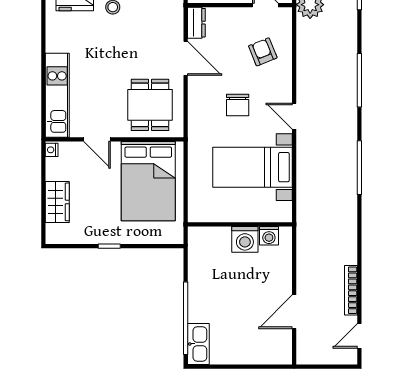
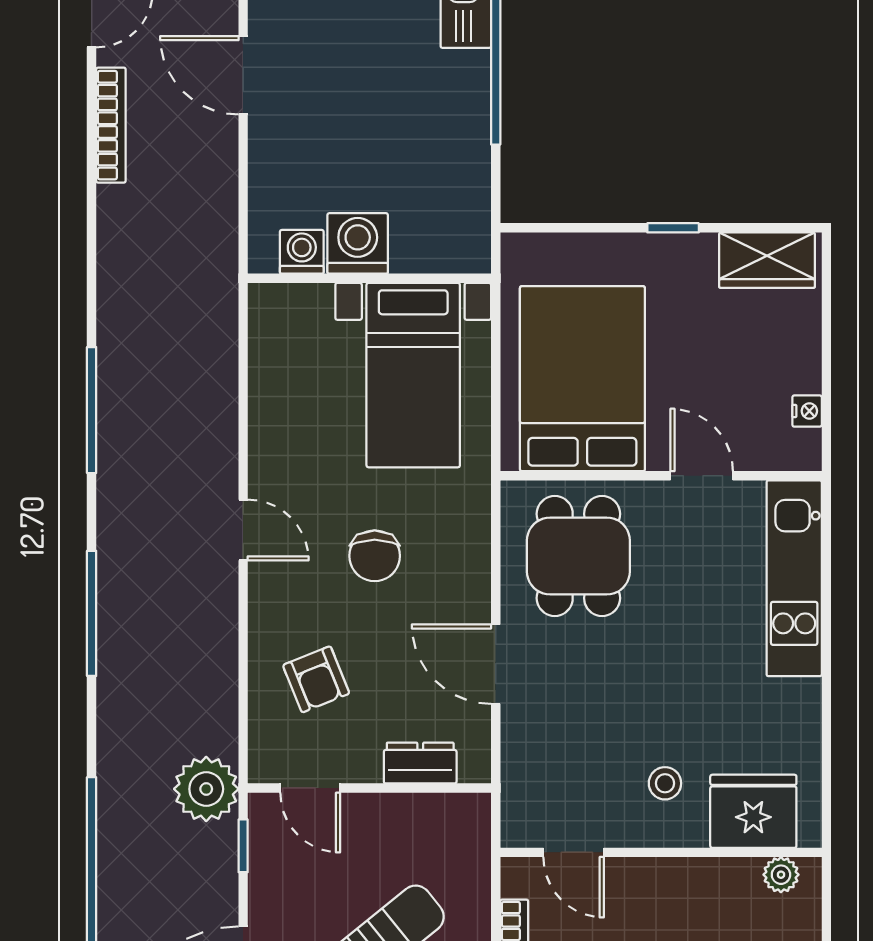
dresser: (196, 23) -> (420, 763), moved, turned 90
chair: (238, 105) -> (375, 556), turned 180
nightstand: (52, 150) -> (807, 411), moved
bed with nightstands: (253, 167) -> (413, 375), moved, turned 90
wardrobe: (57, 202) -> (767, 260), moved, turned -90
door: (294, 312) -> (243, 75), swing flipped

